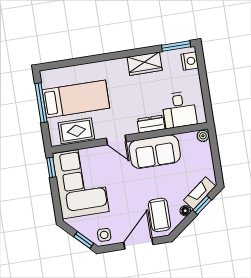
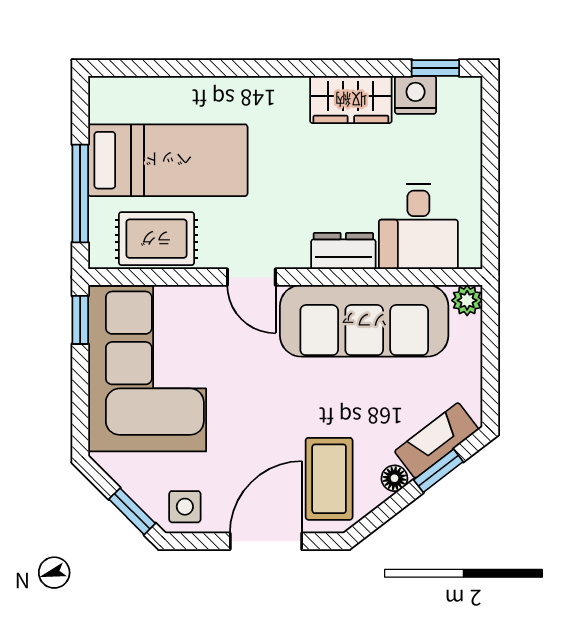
window: (176, 46) -> (435, 68), width x0.67
nightstand: (190, 61) -> (416, 95), moved, turned -90
window: (41, 103) -> (80, 193), moved
sofa: (155, 152) -> (364, 321), width x1.36

